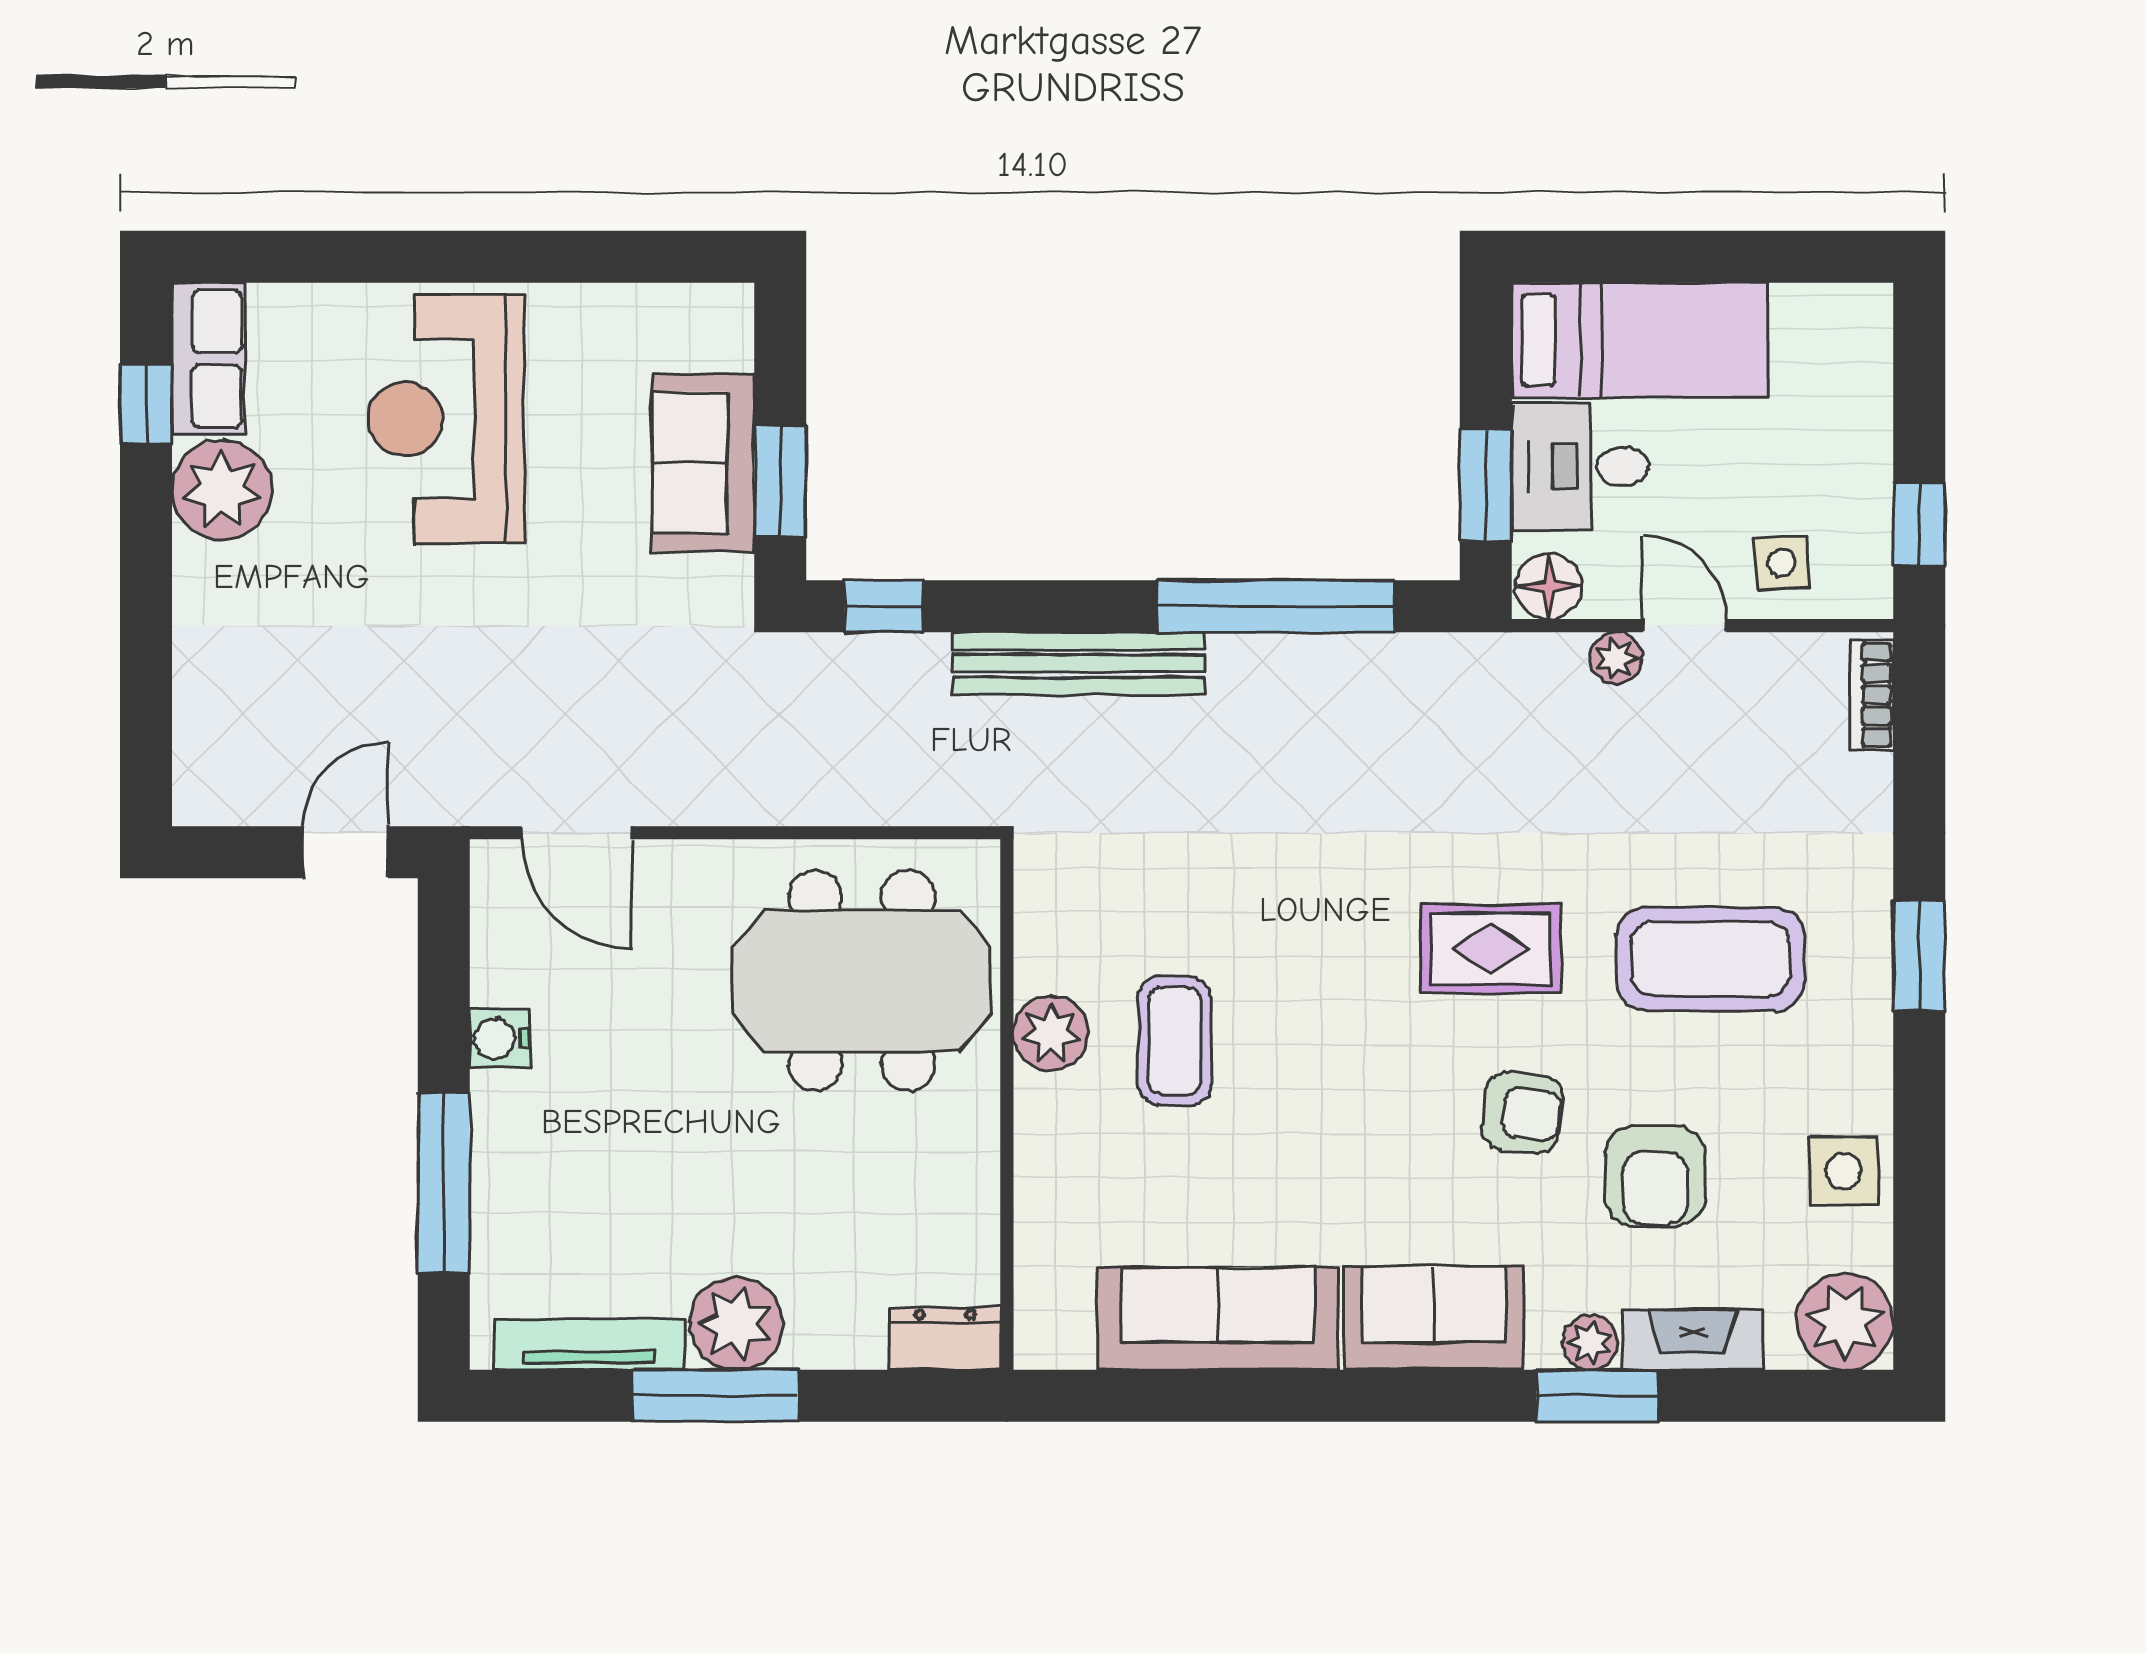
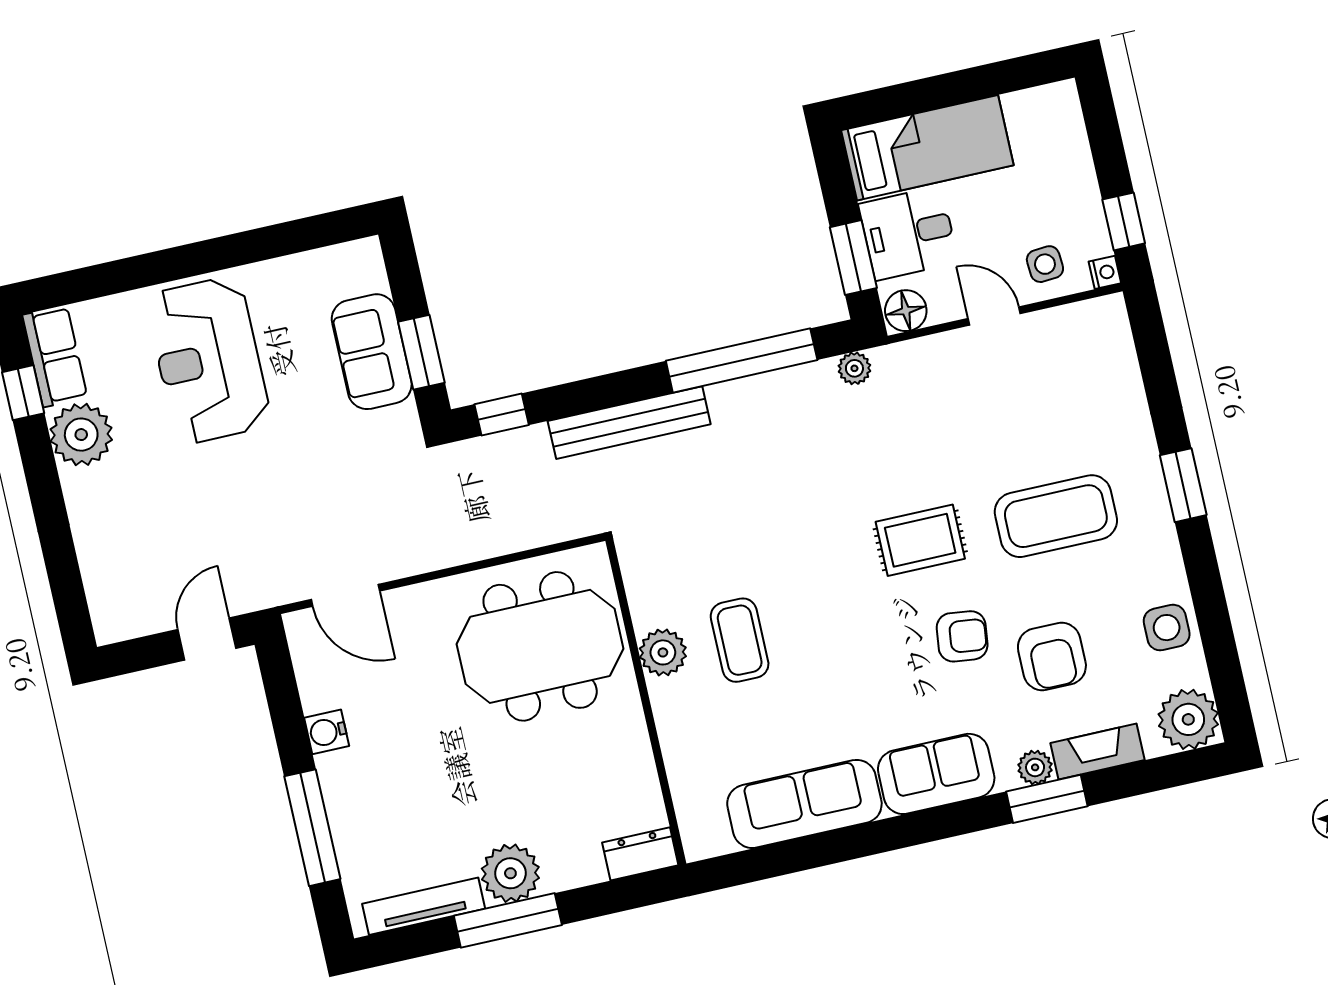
nightstand: (1872, 597) -> (1105, 272), added
plant: (1616, 658) -> (854, 368), moved
bookcase: (1871, 695) -> (1118, 332), removed

